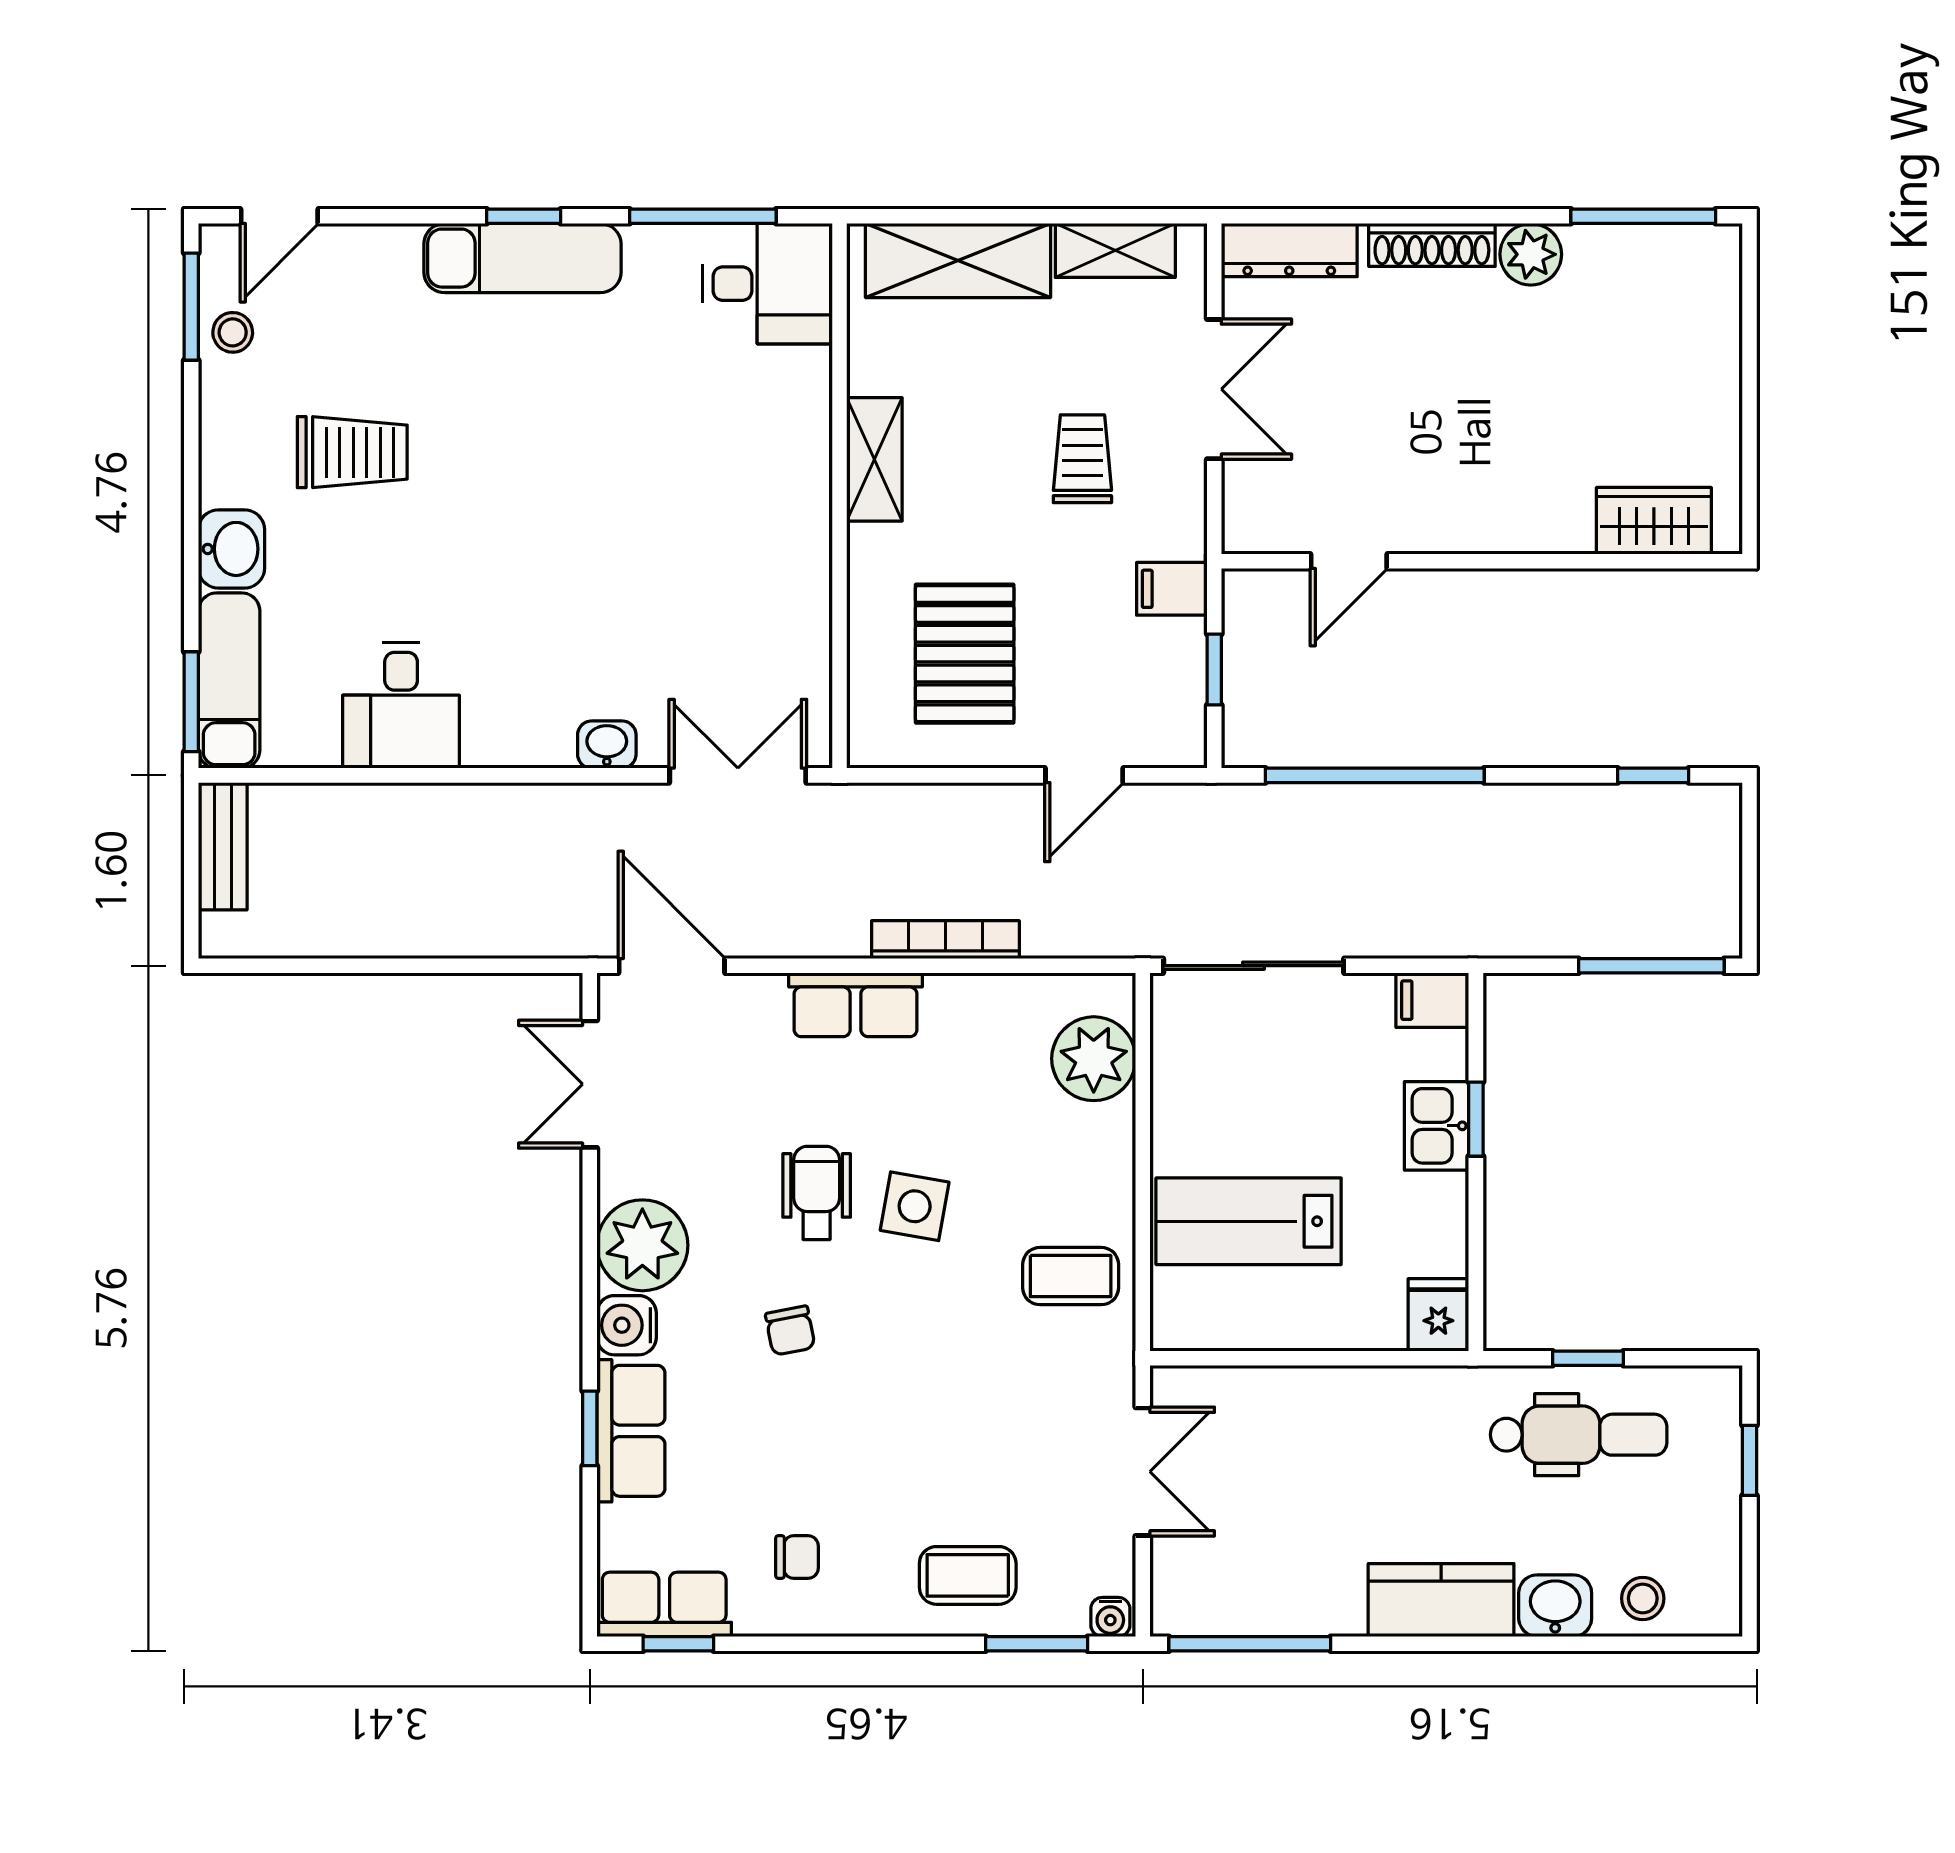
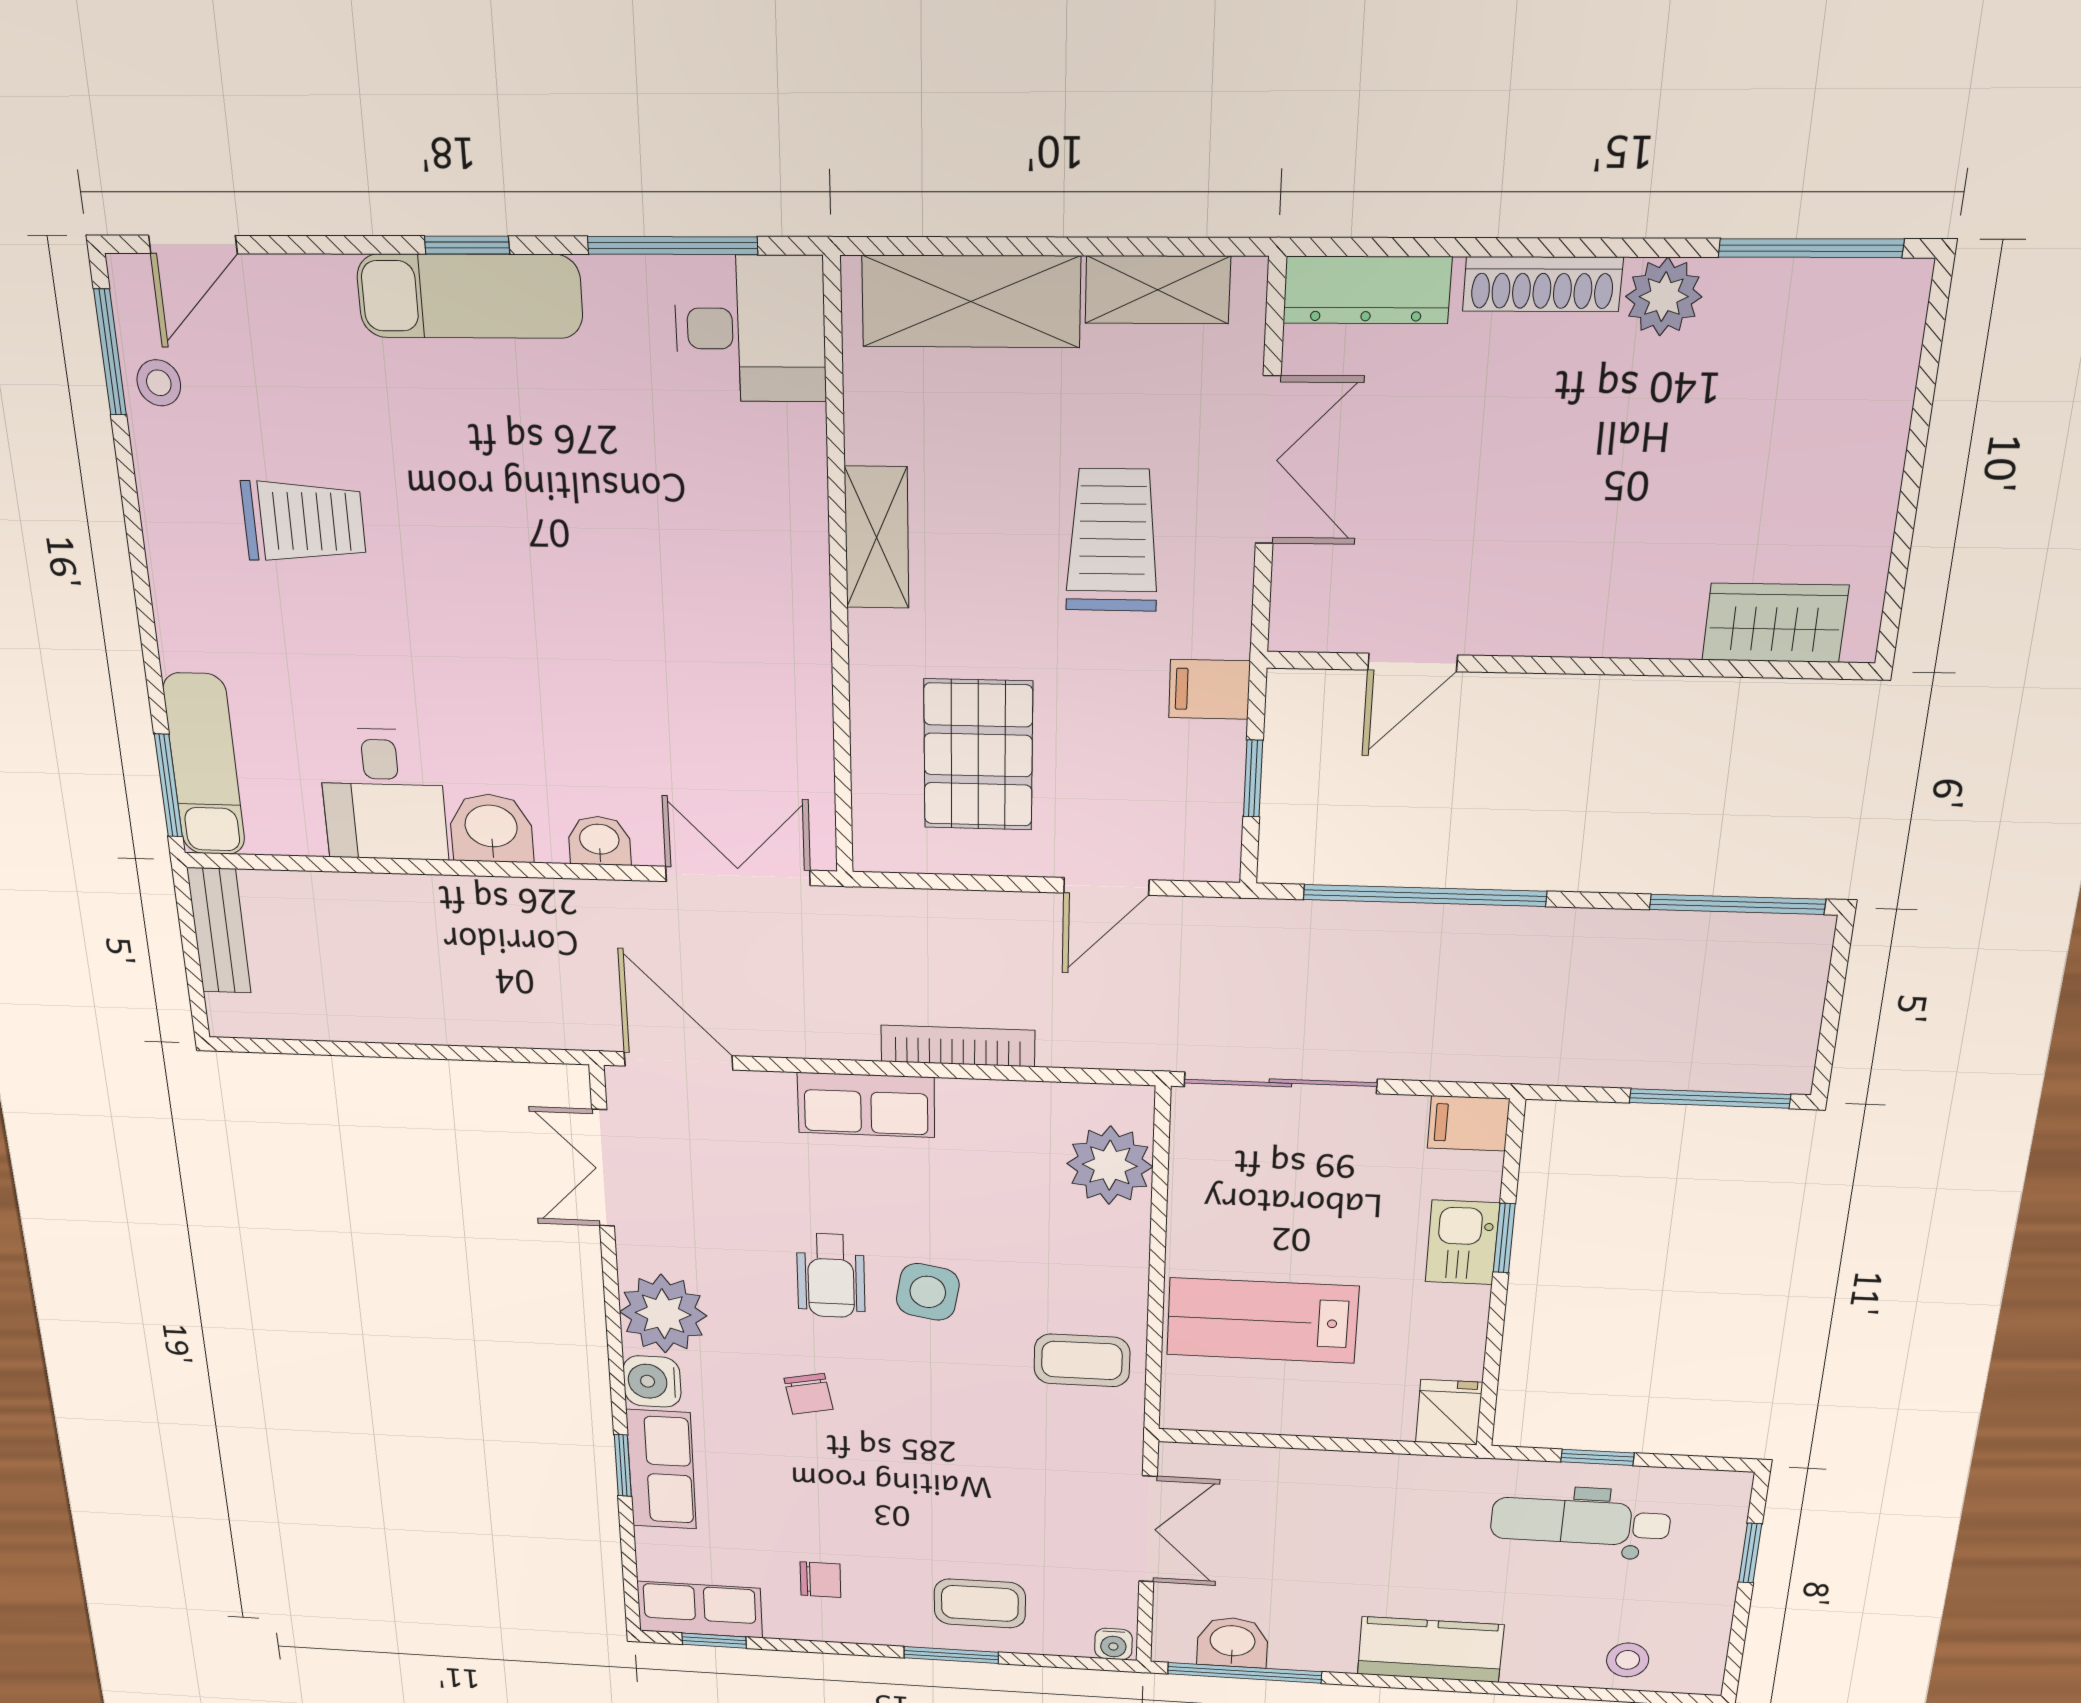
trolley: (1082, 459) -> (1113, 540), width x1.36, depth x1.39
washbasin: (231, 549) -> (491, 828), moved, turned -90
window: (1653, 775) -> (1737, 904), width x2.17
wheelchair: (817, 1193) -> (831, 1276), turned 180
dental chair: (1579, 1435) -> (1580, 1522), turned 180
washbasin: (1555, 1606) -> (1232, 1642), moved
window: (1037, 1644) -> (951, 1655), moved

